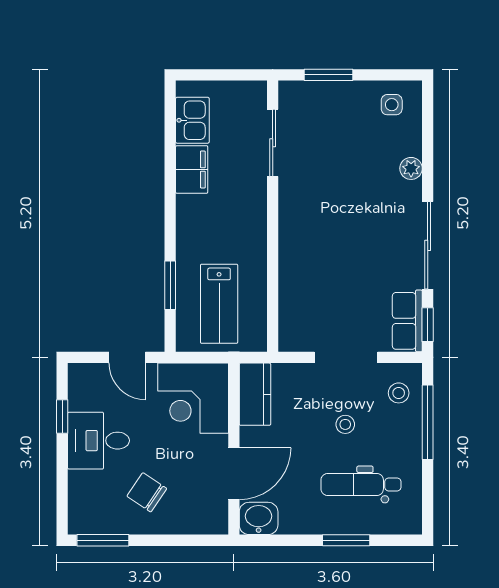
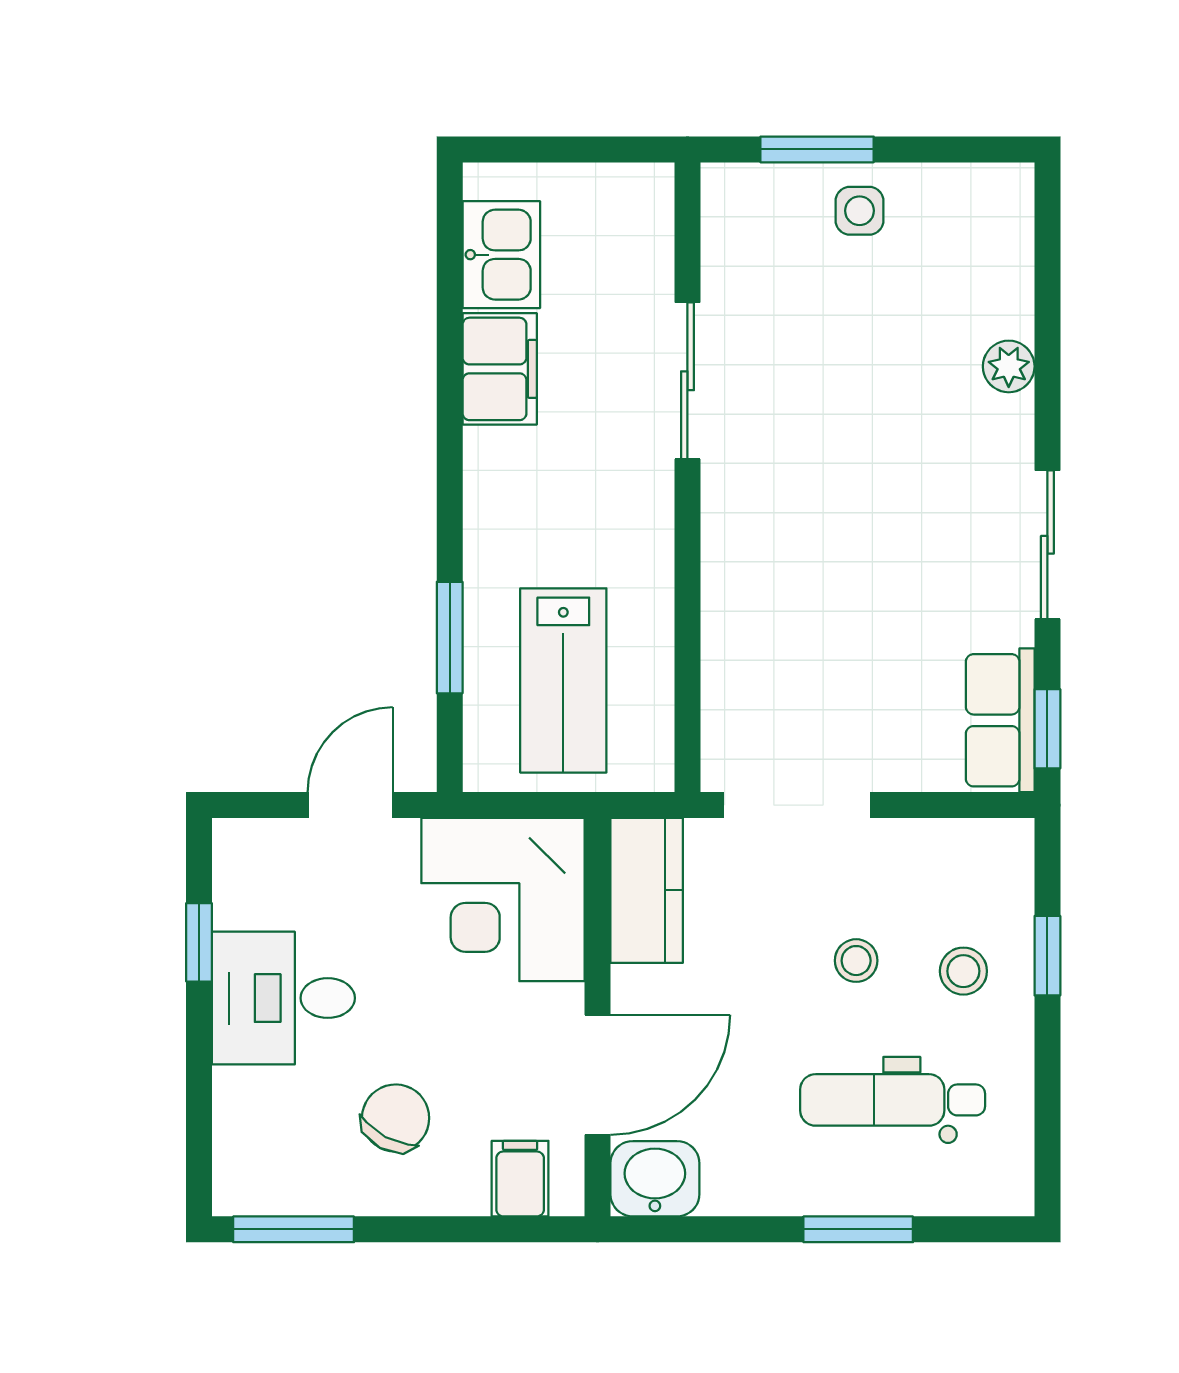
side table: (392, 105) -> (860, 211), moved
sliding door: (273, 143) -> (687, 381), moved
sliding door: (428, 245) -> (1047, 545), width x0.73
door: (127, 357) -> (350, 805), swing flipped
doorway: (346, 357) -> (797, 805), moved
stool: (399, 393) -> (963, 971), moved
window: (428, 422) -> (1047, 956), width x0.46
chair: (147, 492) -> (396, 1118), turned 84
filing cabinet: (200, 518) -> (520, 1179), added

